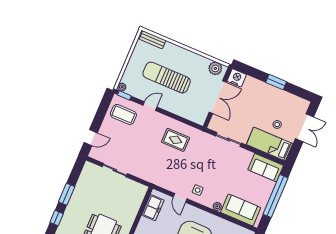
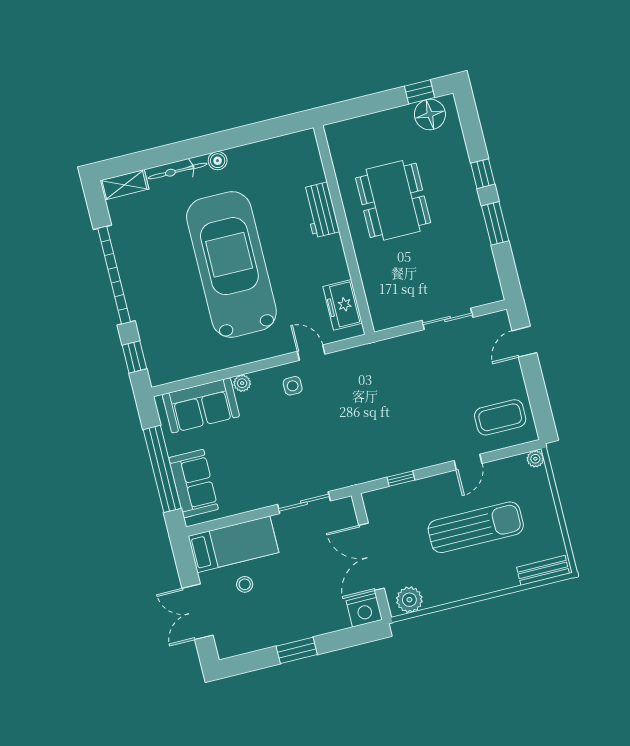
window: (124, 95) -> (401, 479), moved
rug: (176, 140) -> (387, 439), removed
sofa: (266, 168) -> (194, 484), moved, turned 90

